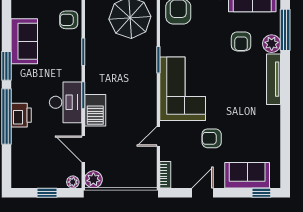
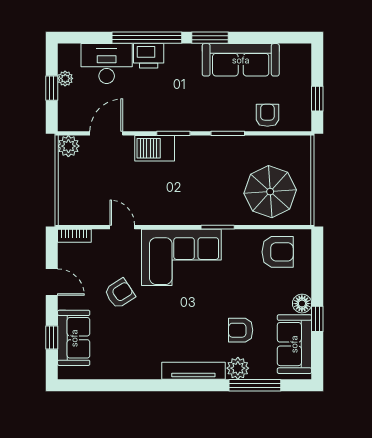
sofa: (24, 41) -> (241, 60), width x1.36
desk: (66, 102) -> (107, 64), moved, turned 180
armchair: (212, 138) -> (120, 293), turned 57
plant: (73, 182) -> (65, 78), moved
window: (261, 193) -> (52, 337), moved

